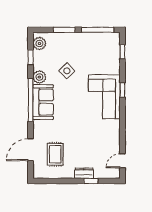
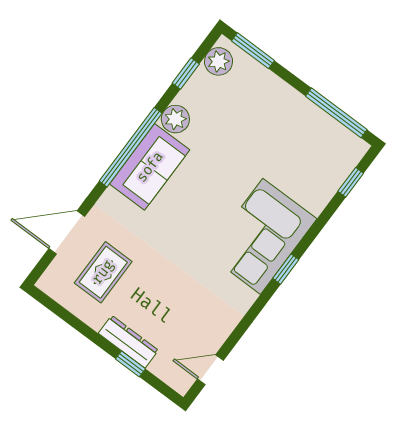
window: (64, 30) -> (253, 51), moved
side table: (67, 71) -> (231, 144), removed
window: (122, 90) -> (286, 269), moved
dresser: (84, 173) -> (128, 342), width x1.44

